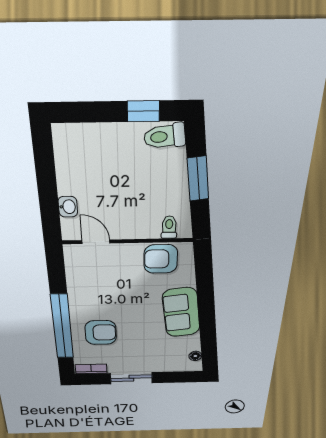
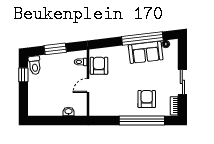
door: (96, 242) -> (88, 85), moved
armchair: (161, 259) -> (99, 66), turned 180
sofa: (181, 312) -> (146, 52), moved
window: (207, 324) -> (142, 39), added

